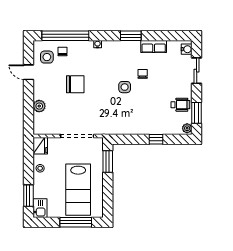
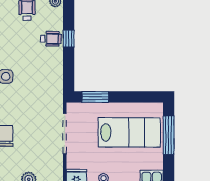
wheelchair: (156, 125) -> (51, 39), added

